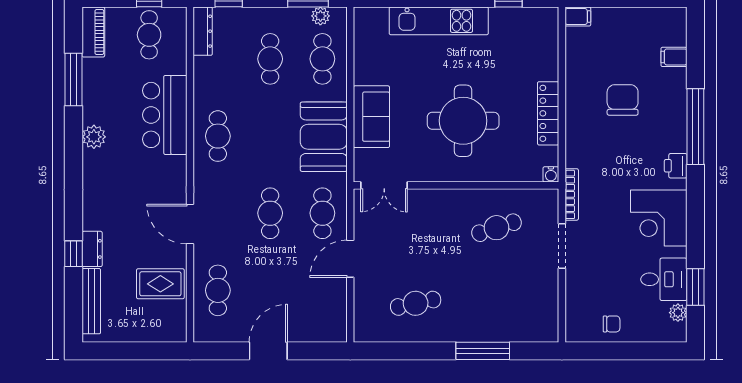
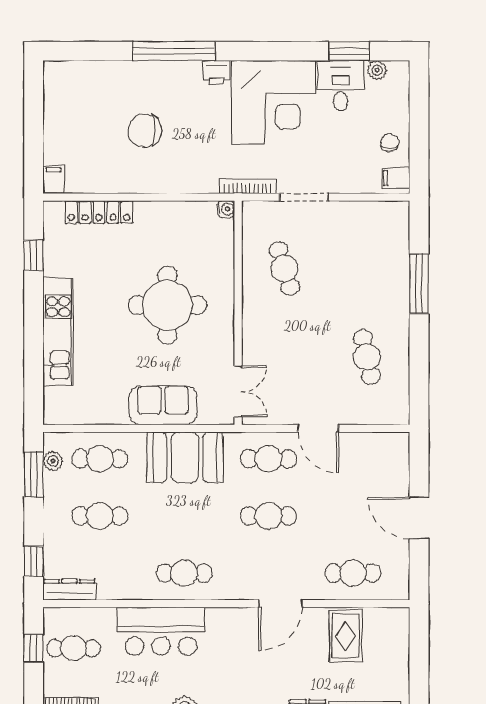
filing cabinet: (674, 57) -> (396, 178), moved, turned 90
locker: (548, 113) -> (99, 212), moved
corner desk: (659, 218) -> (274, 102), width x1.36, depth x1.36

